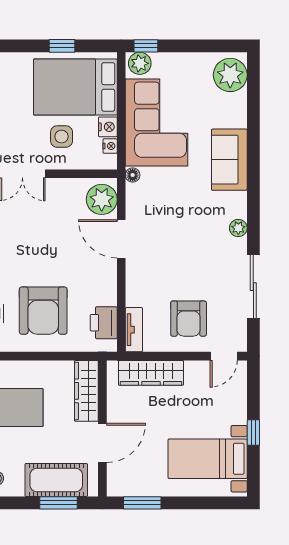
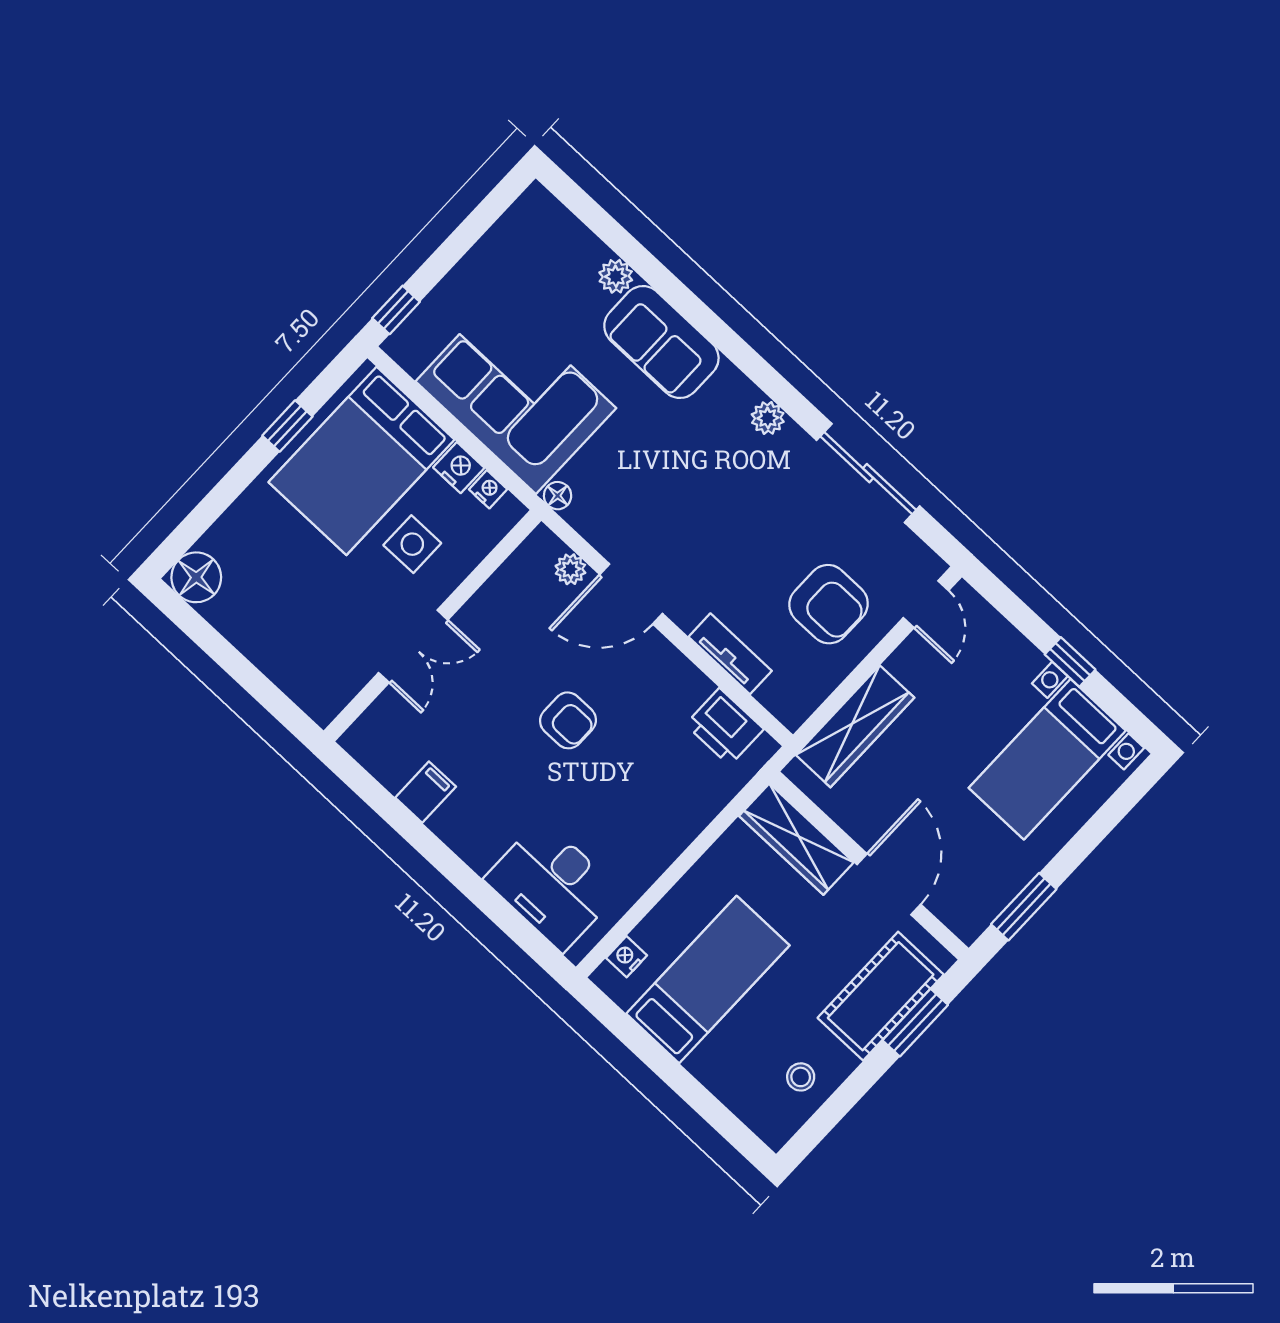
plant: (140, 63) -> (412, 341), removed
plant: (230, 75) -> (616, 276), moved, width x0.53, depth x0.53
plant: (102, 199) -> (570, 569), width x0.53, depth x0.53
armchair: (43, 311) -> (568, 720), moved, width x0.53, depth x0.53
tv unit: (134, 330) -> (730, 654), moved

